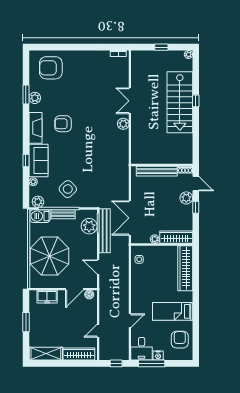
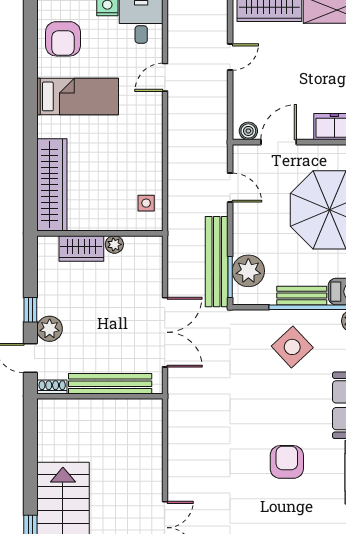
armchair: (63, 124) -> (287, 462), moved, turned -90
plant: (123, 124) -> (179, 481), removed
double door: (130, 218) -> (165, 332), moved
wardrobe: (176, 237) -> (81, 248), width x0.67

